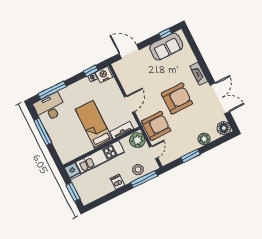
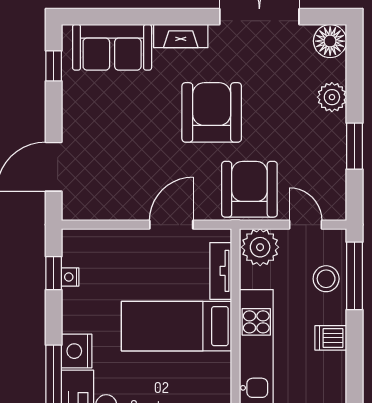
sofa: (166, 47) -> (112, 47), moved, turned 90
nightstand: (104, 75) -> (77, 351), moved
door: (129, 104) -> (171, 225), hinge flipped

